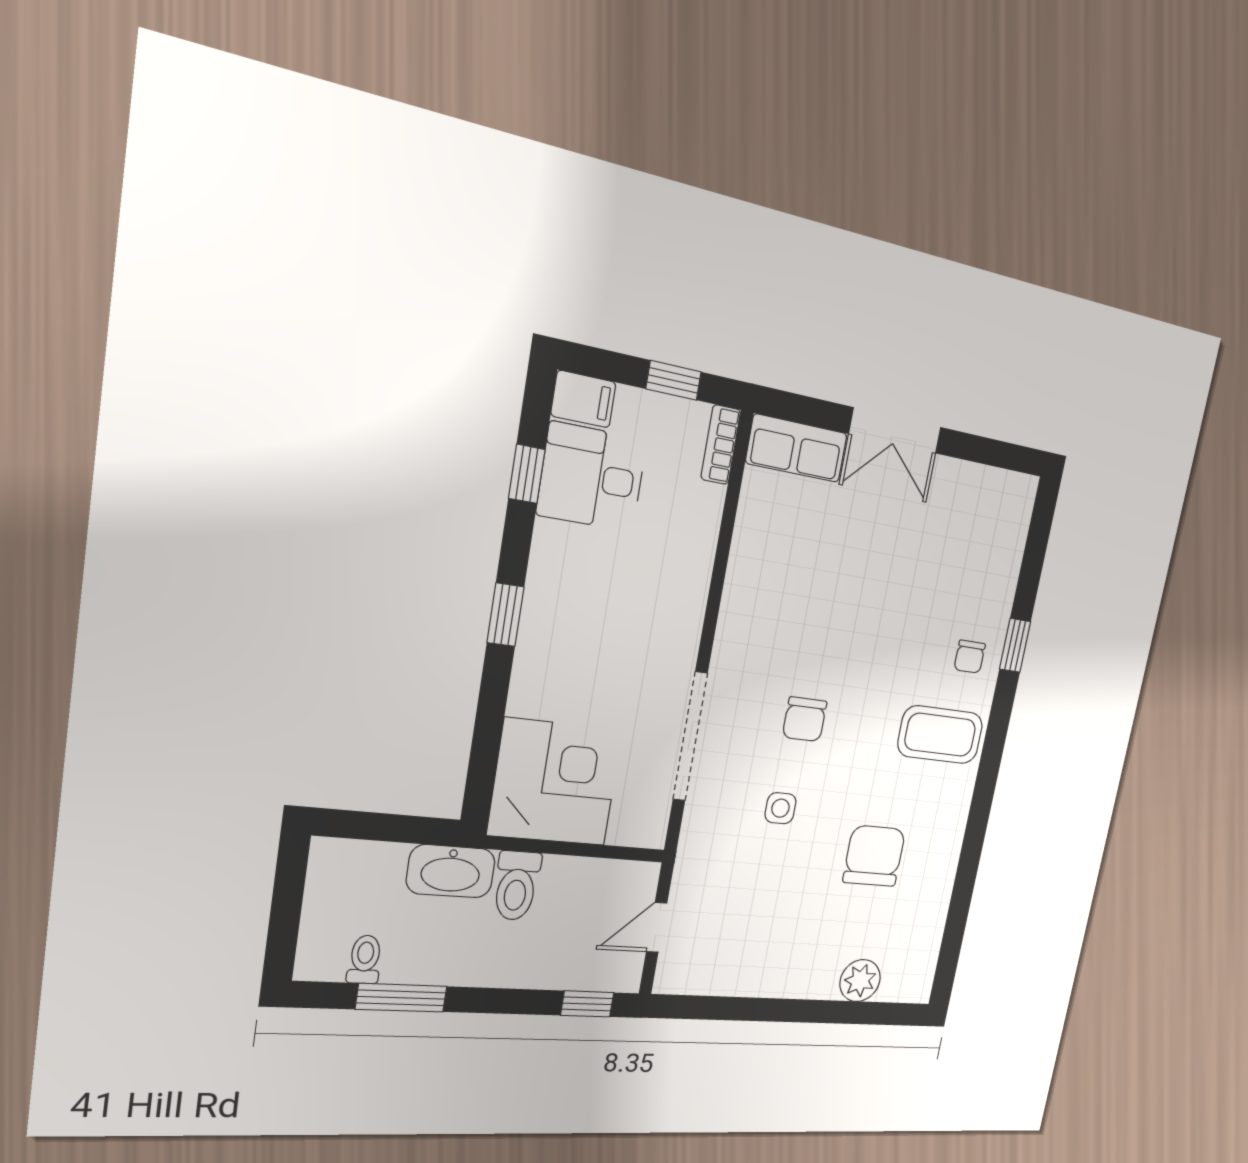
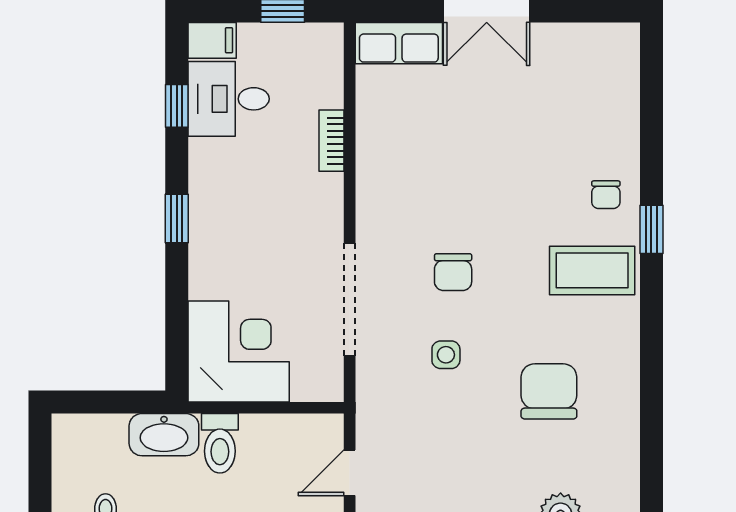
bookcase: (721, 445) -> (332, 141), moved
window: (1015, 645) -> (651, 229), moved

